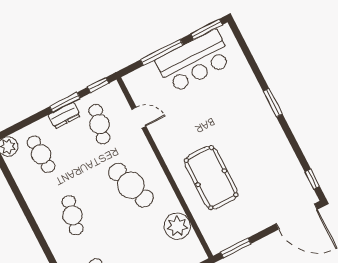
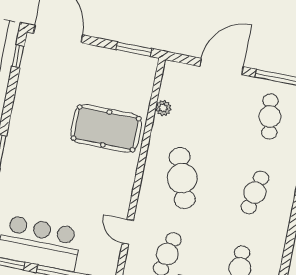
pool table: (211, 178) -> (106, 128), turned 90
plant: (177, 226) -> (163, 108), width x0.53, depth x0.53

